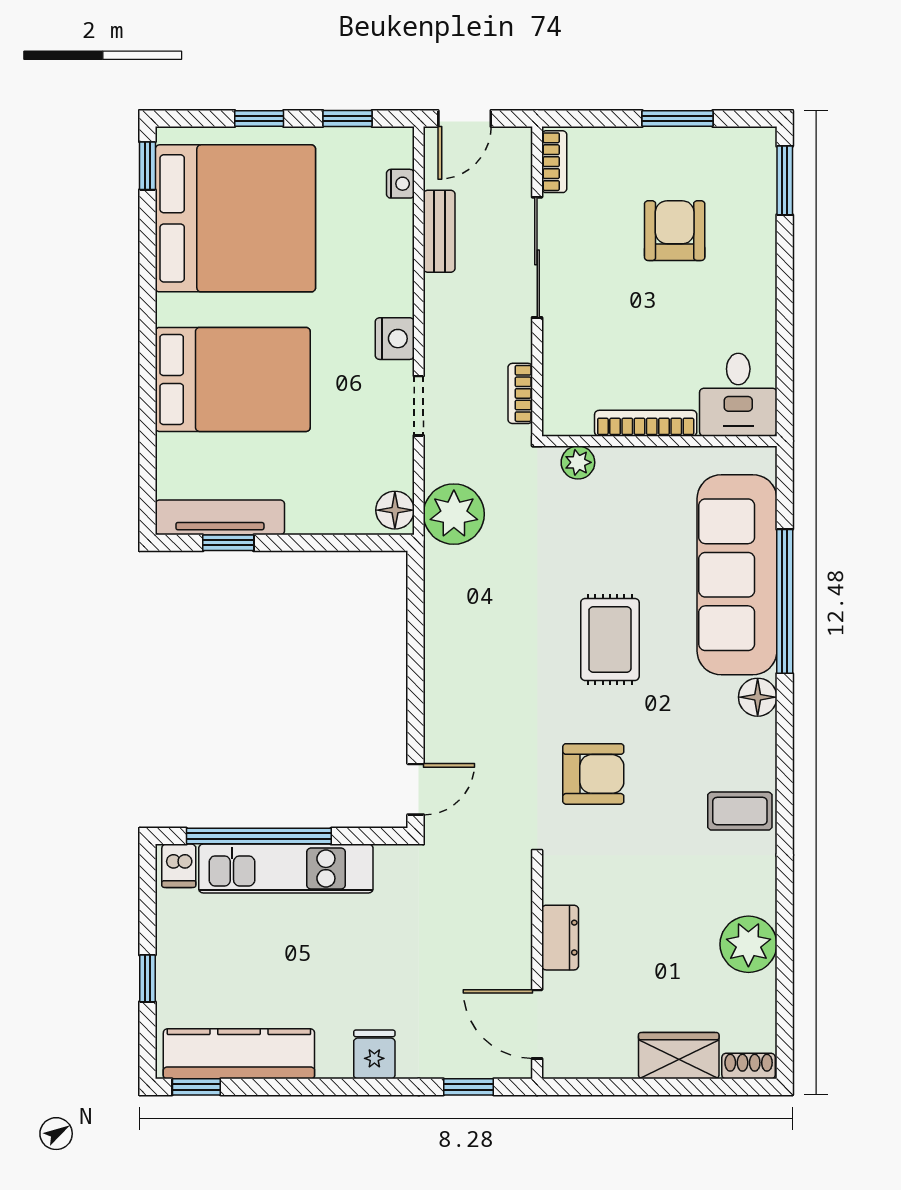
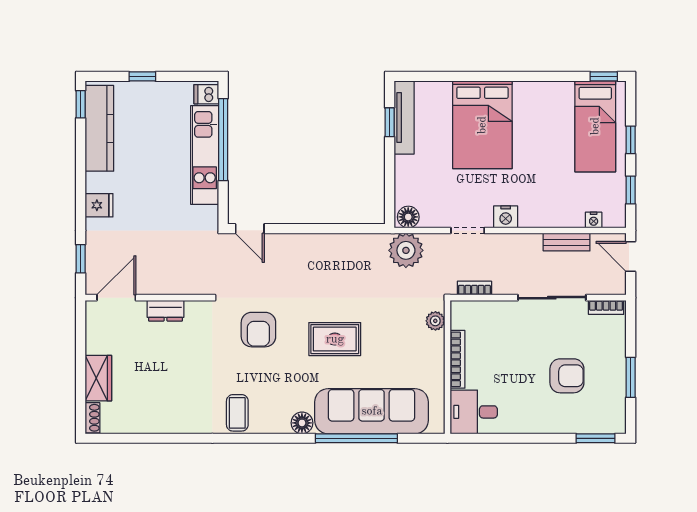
bed: (235, 218) -> (595, 126), width x0.49
plant: (748, 944) -> (162, 418), removed

